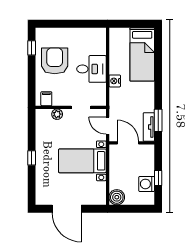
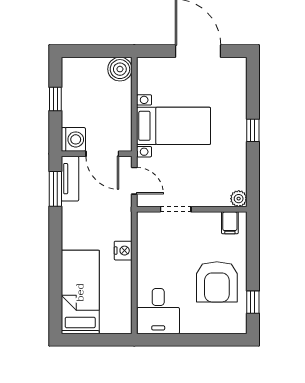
desk: (91, 69) -> (158, 311), moved, turned -90
plant: (57, 114) -> (239, 199), moved
washing machine: (147, 184) -> (73, 139), moved

